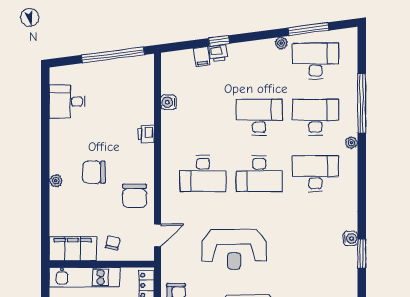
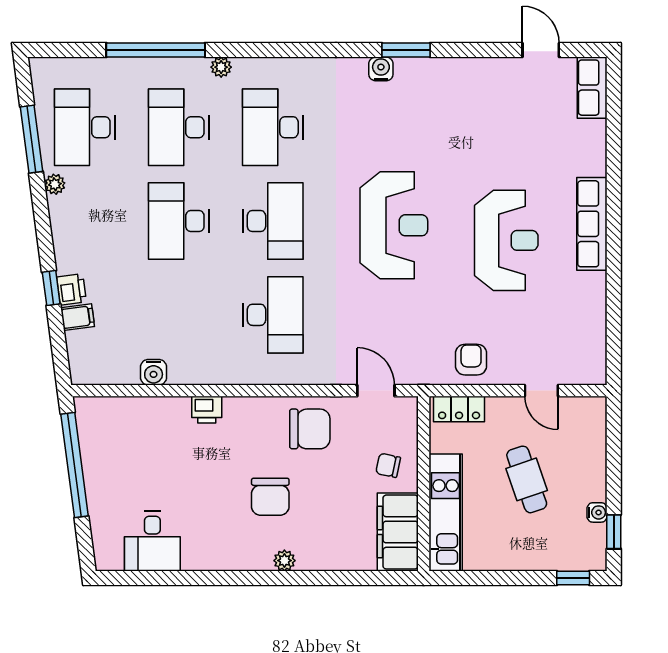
reception desk: (234, 249) -> (394, 225), moved

